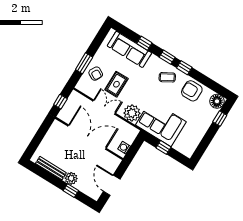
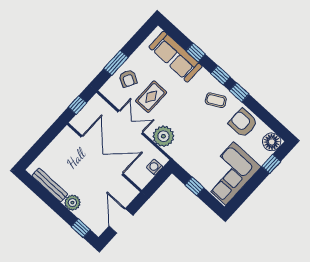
corner sofa: (161, 123) -> (230, 173), moved, turned -90
washing machine: (124, 148) -> (155, 167), moved
window: (71, 191) -> (81, 228), moved

